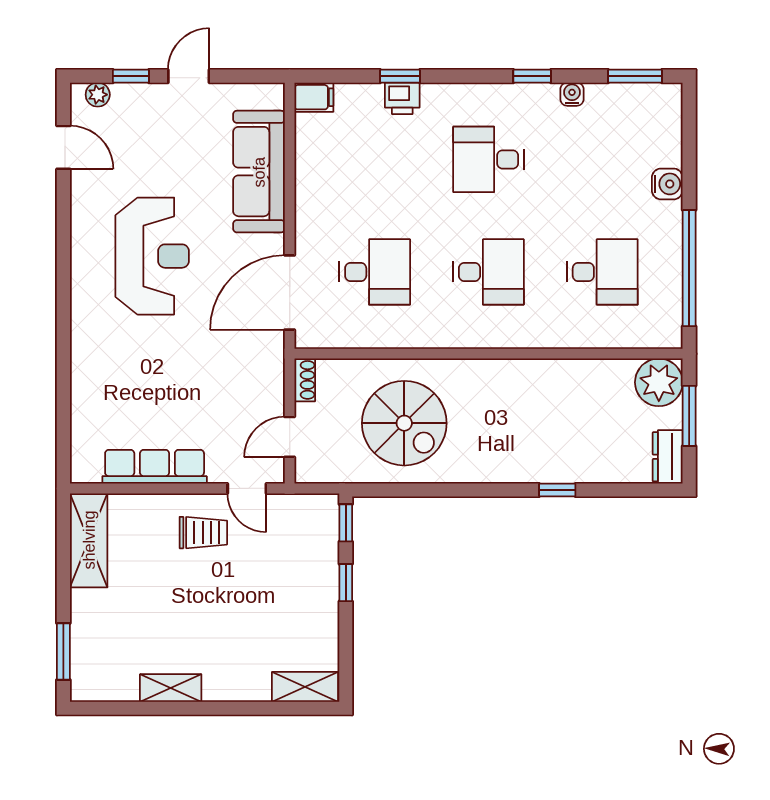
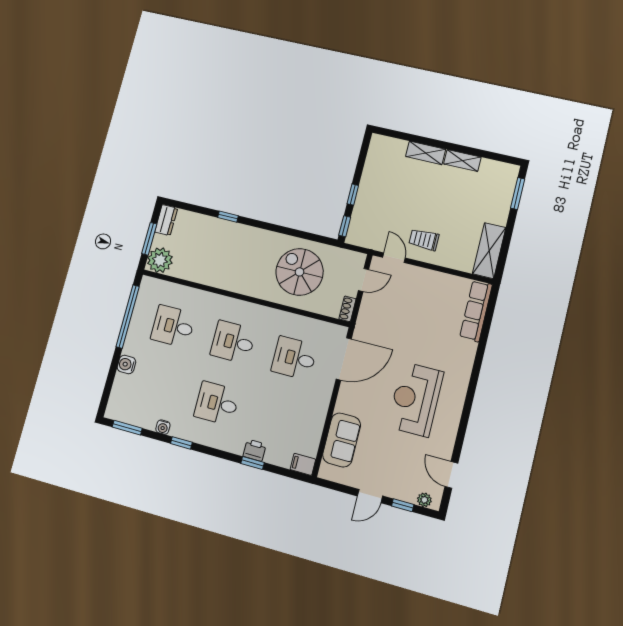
desk: (489, 159) -> (217, 403), turned 180
sofa: (259, 172) -> (342, 440), width x0.73
row of seats: (155, 467) -> (476, 311), moved, turned 90
shelving: (305, 687) -> (426, 153), moved

